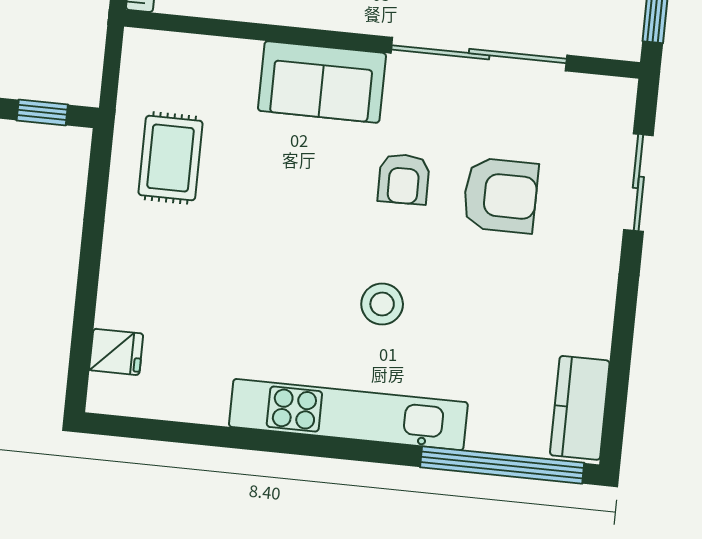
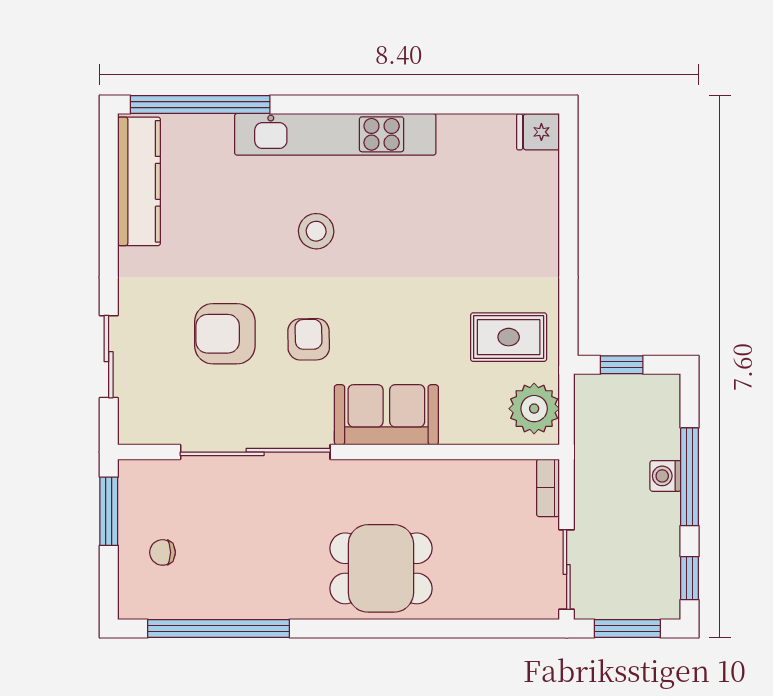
plant: (149, 72) -> (534, 409), added
rug: (171, 158) -> (509, 337), turned 90
fridge: (116, 352) -> (538, 132), moved
kitchen counter: (580, 408) -> (139, 181), width x1.50

